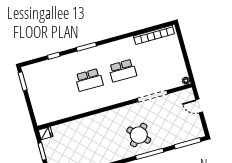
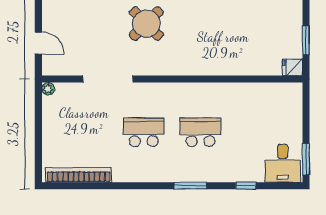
desk: (36, 75) -> (283, 163), added

